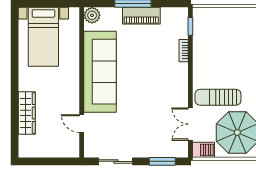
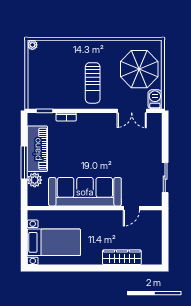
plant: (92, 15) -> (35, 180), moved
piano: (141, 16) -> (37, 149), width x1.37, depth x1.33
sun lounger: (218, 97) -> (93, 83), moved
window: (162, 161) -> (165, 136), removed

